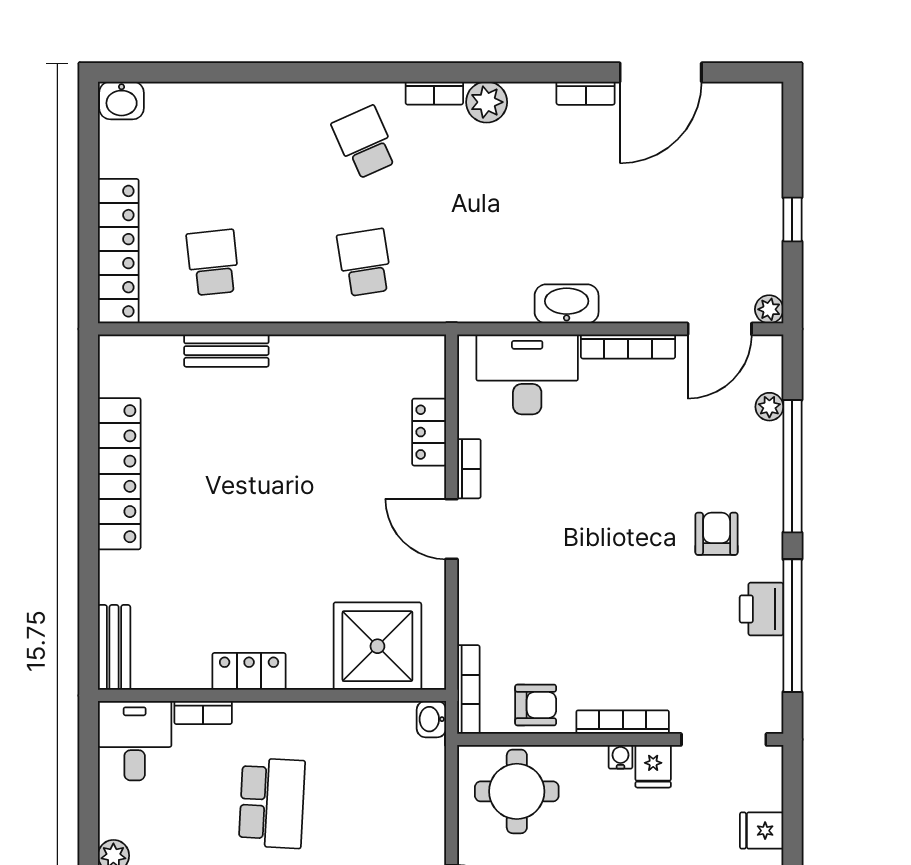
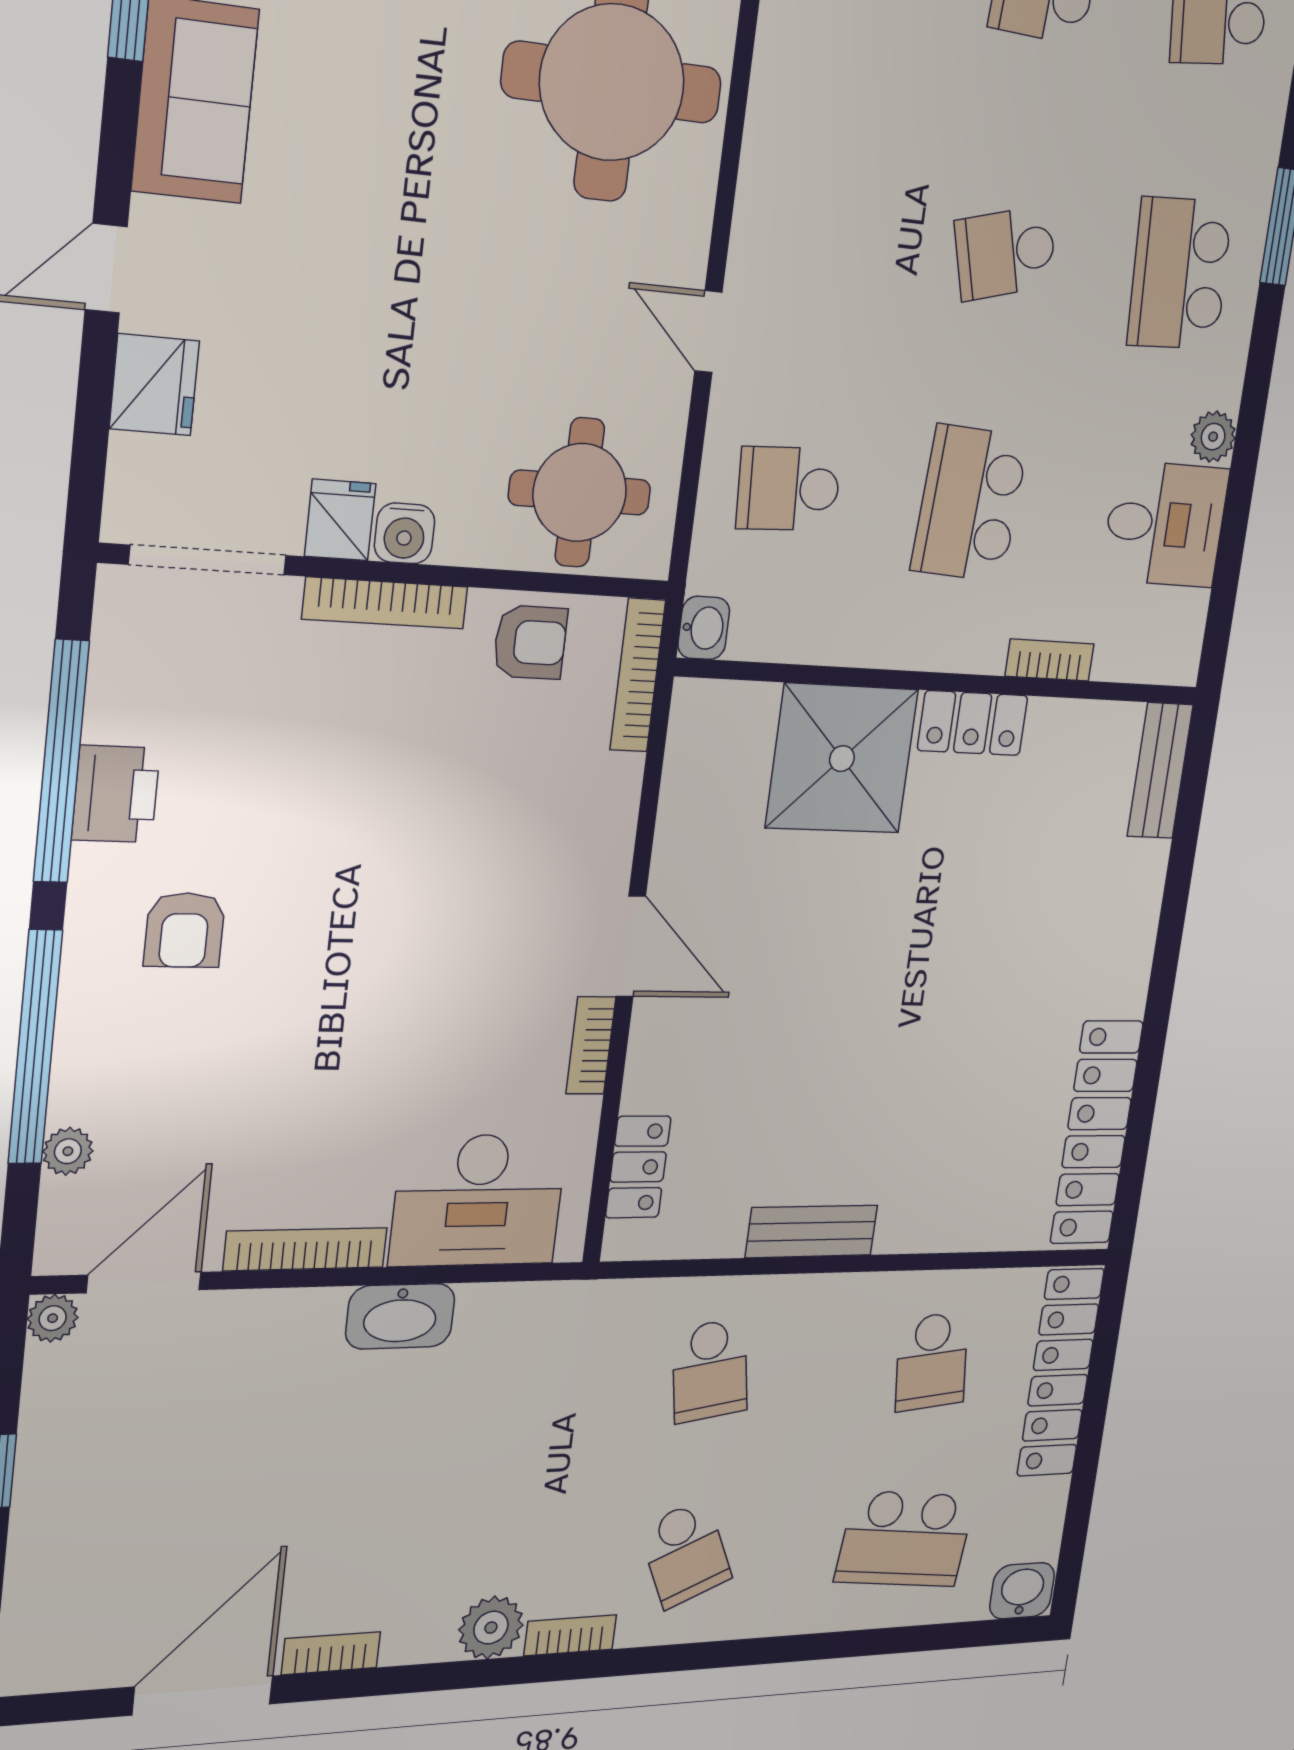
school desk: (213, 142) -> (905, 1539), added
bench: (226, 351) -> (812, 1231), moved
locker: (429, 432) -> (638, 1167), moved
locker: (119, 474) -> (1096, 1133), moved
shower: (377, 646) -> (842, 759), moved
armchair: (536, 705) -> (530, 642), turned 180
desk: (135, 741) -> (1165, 524), moved, turned -90
water cooler: (621, 757) -> (404, 533), width x1.38, depth x1.38
school desk: (390, 803) -> (788, 489), added
fridge: (762, 831) -> (154, 385), width x1.38

